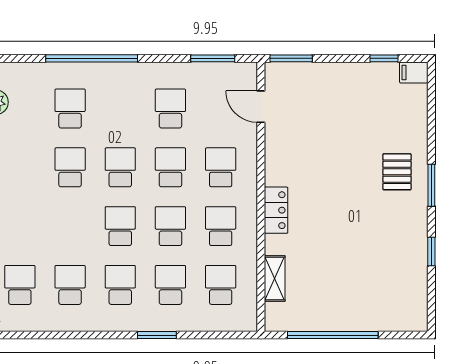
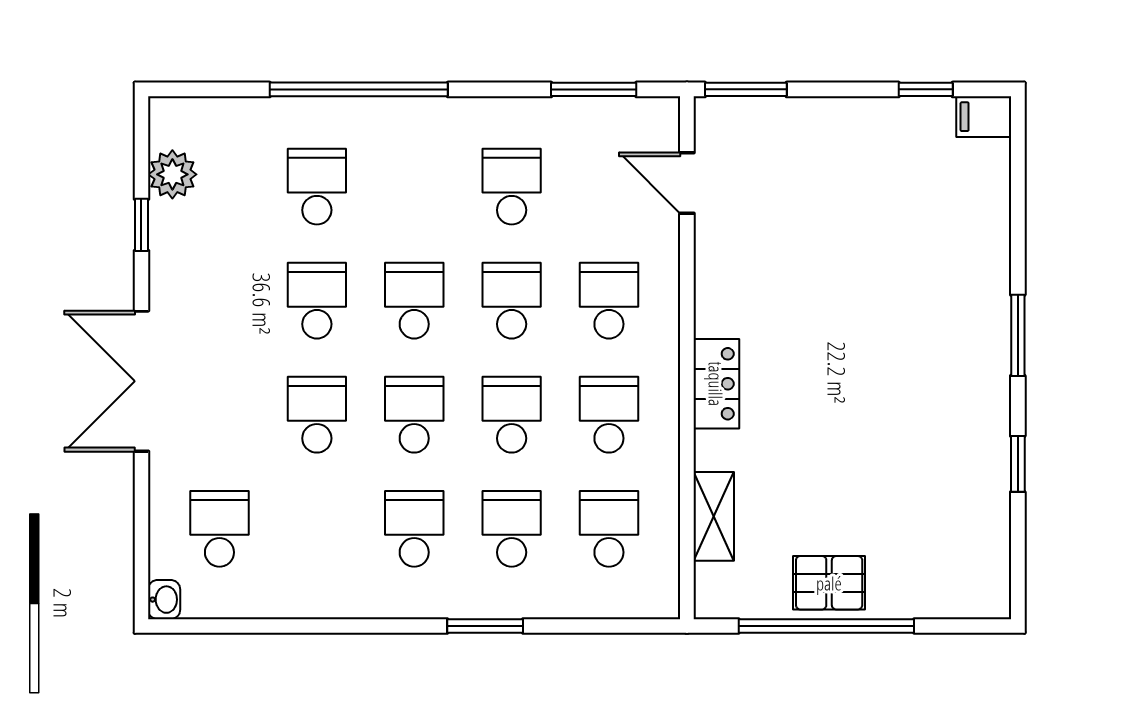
pallet: (397, 172) -> (829, 583), moved, turned 90
school desk: (70, 285) -> (317, 415), moved

